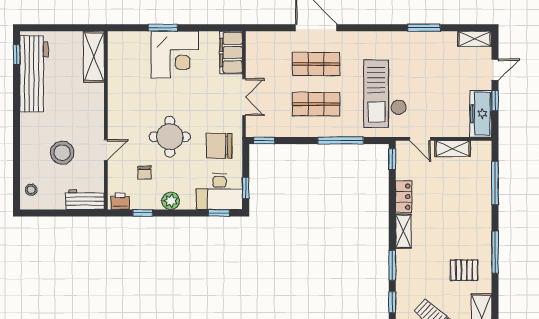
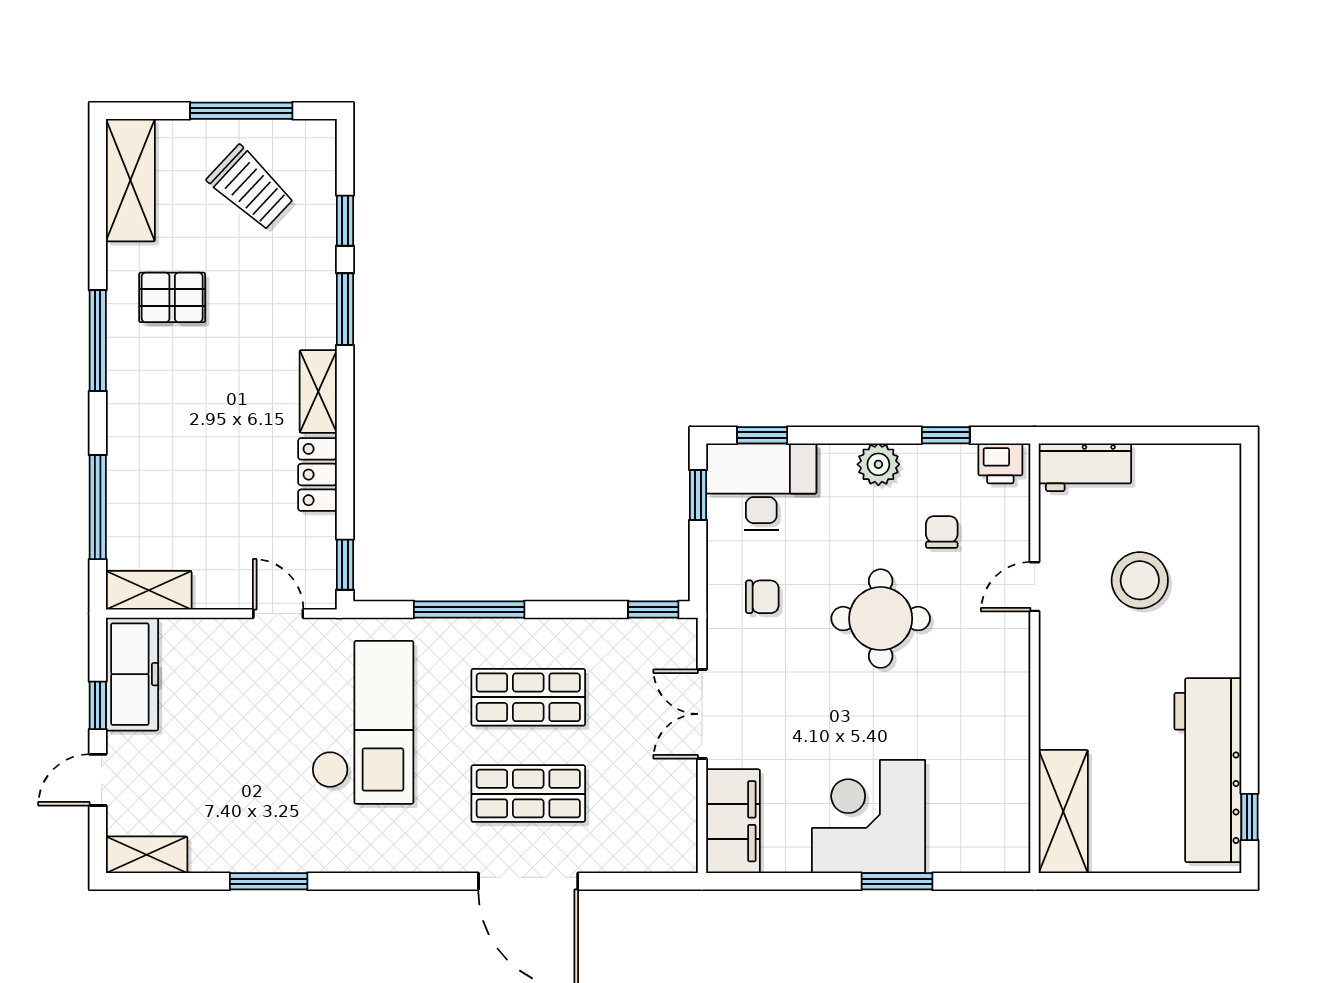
chair: (219, 146) -> (762, 597), width x0.54, depth x0.54
shelving: (453, 149) -> (149, 590), moved
stool: (31, 190) -> (1214, 491), removed

